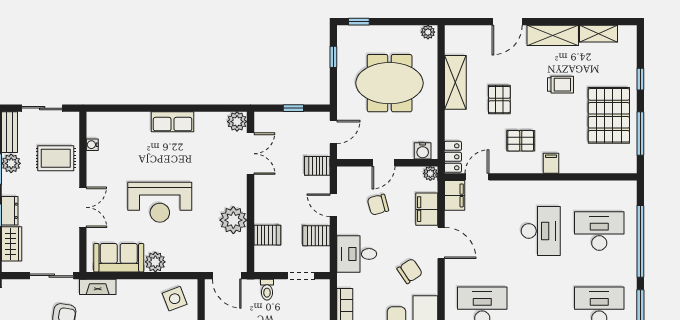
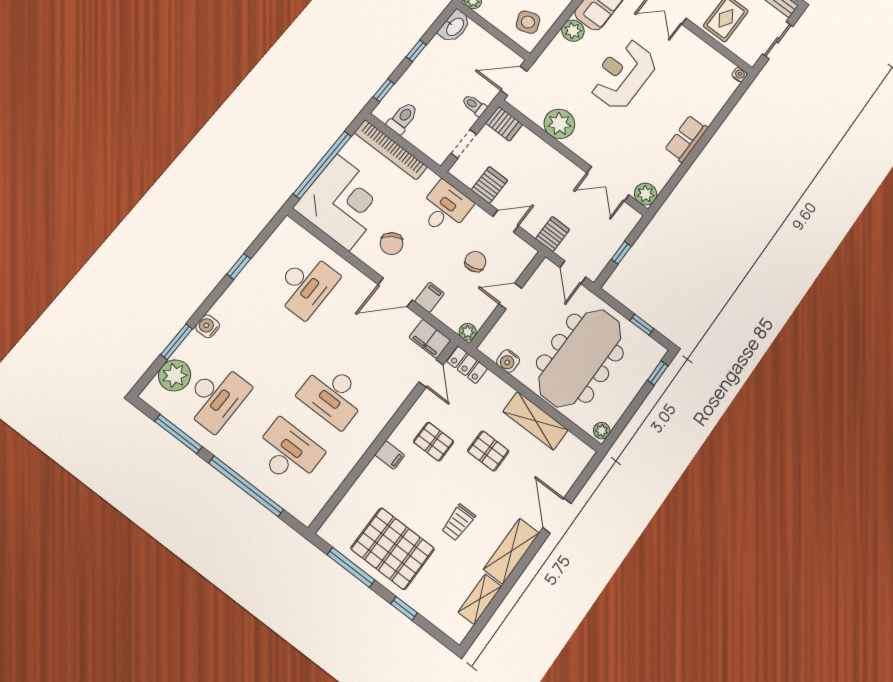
meeting table: (390, 83) -> (580, 358), width x1.36
pallet: (521, 141) -> (434, 442), turned 90
water cooler: (92, 145) -> (739, 75), moved
water cooler: (423, 151) -> (508, 361), moved, turned -90
door: (383, 163) -> (510, 296), hinge flipped
filing cabinet: (427, 209) -> (429, 297), width x0.50
desk: (599, 231) -> (288, 453), turned -90
server rack: (267, 235) -> (504, 124), moved, turned -90

